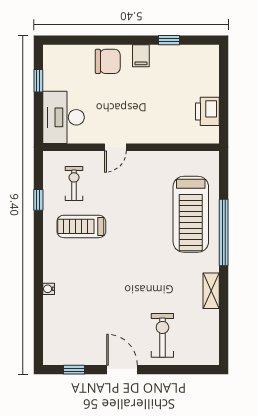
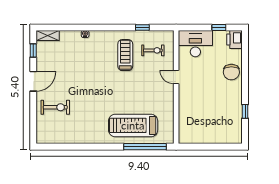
filing cabinet: (141, 56) -> (235, 93), removed
printer: (207, 111) -> (235, 39), moved, turned -90
window: (224, 232) -> (145, 147), moved
shelving: (211, 291) -> (48, 35), moved

